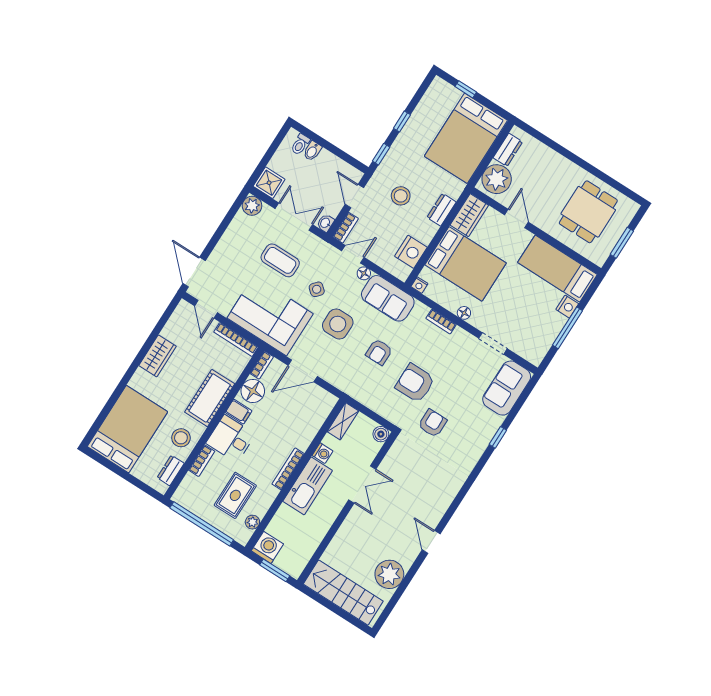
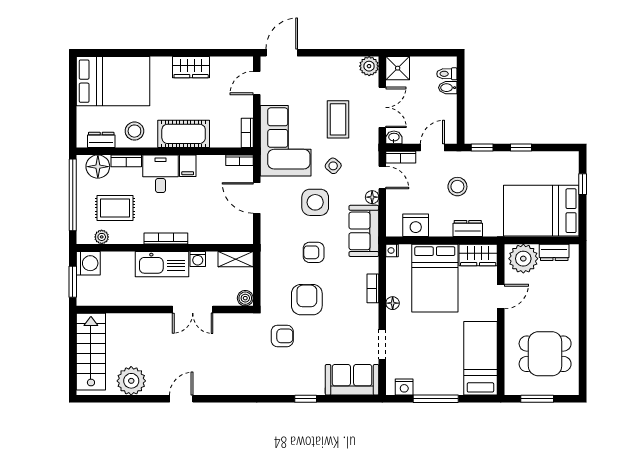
nightstand: (567, 307) -> (404, 387), moved
bookcase: (236, 340) -> (247, 133), width x0.64
floor lamp: (253, 391) -> (98, 167), moved

